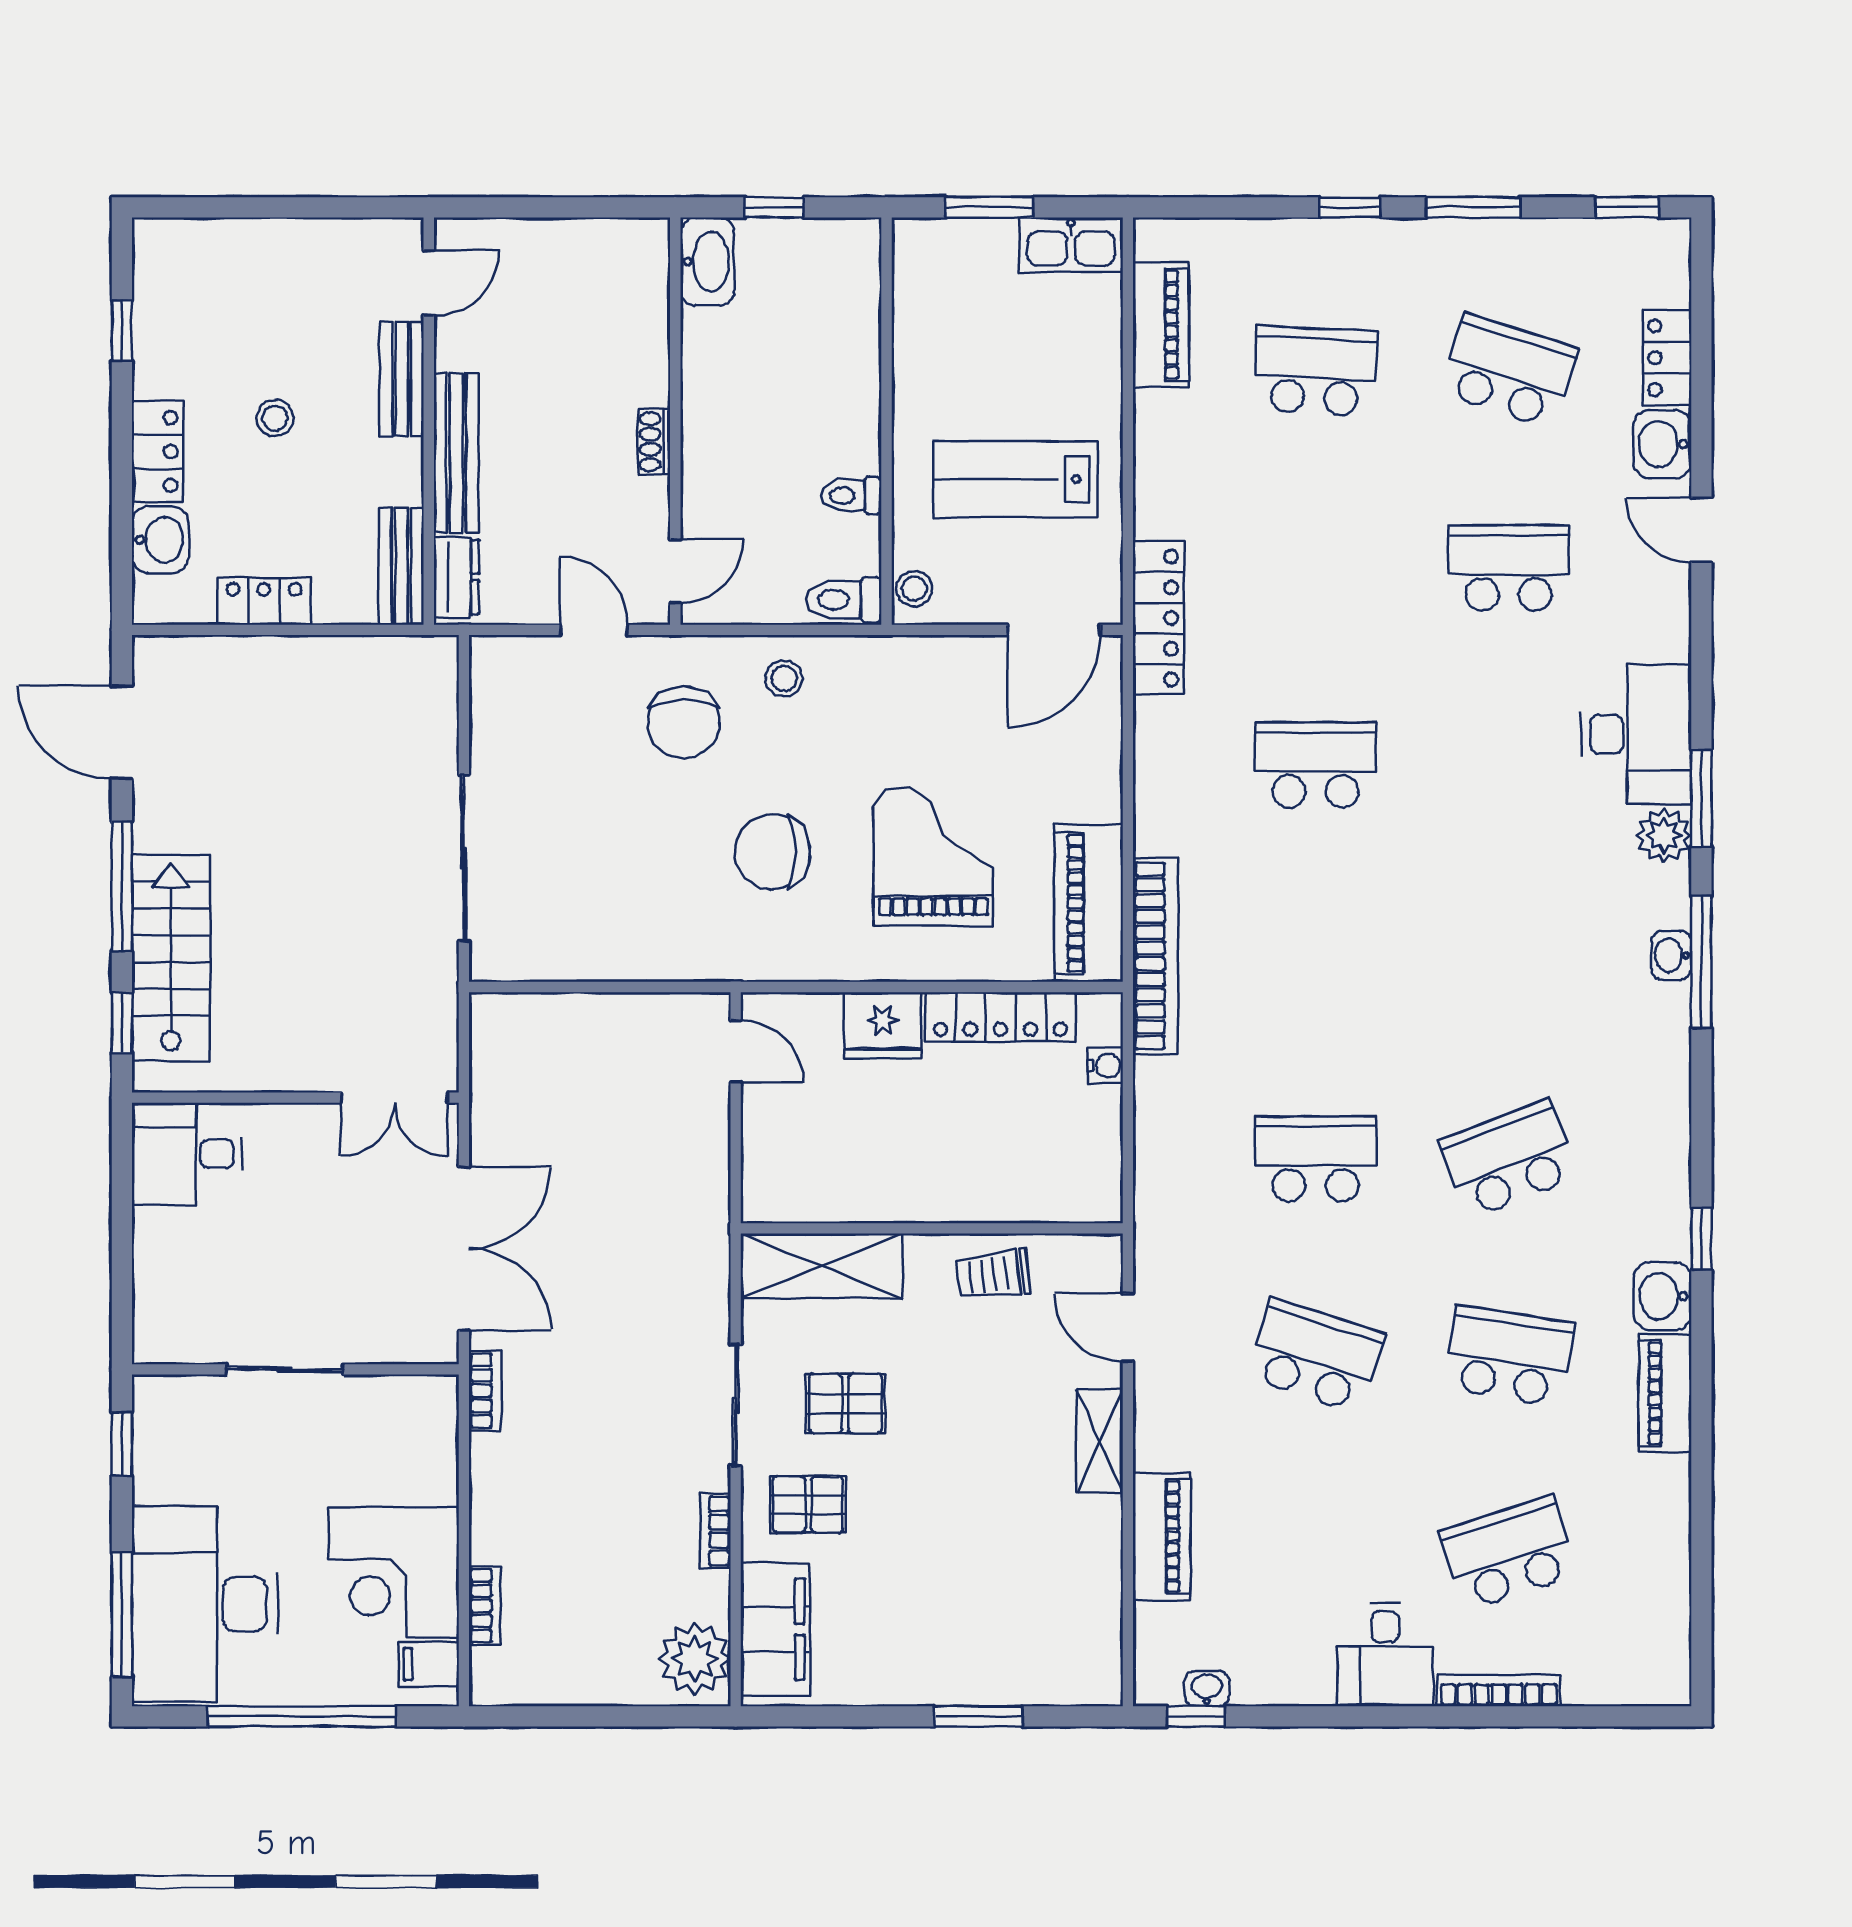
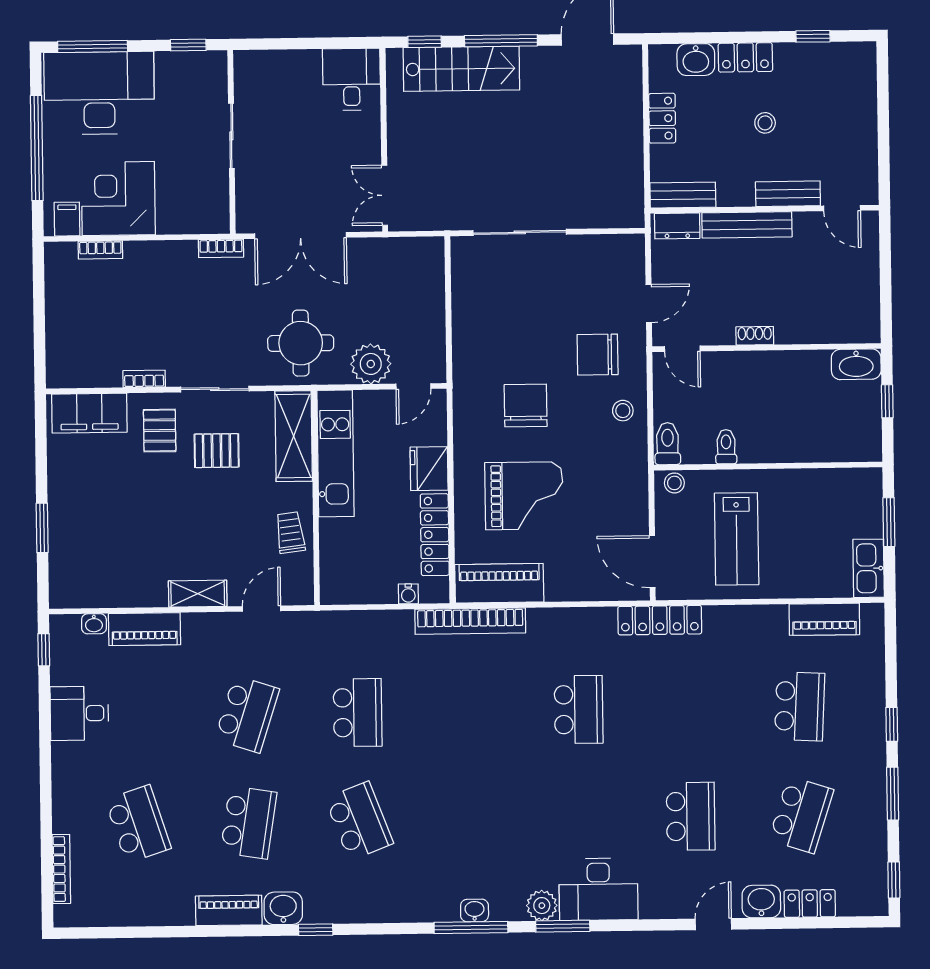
lab bench: (1016, 479) -> (737, 539), turned 180
kitchen unit: (853, 1192) -> (336, 453), added
round table: (656, 1251) -> (301, 343), added
pallet: (845, 1404) -> (217, 451), turned 90
desk: (1385, 1655) -> (79, 713), moved
plant: (695, 1659) -> (371, 364), moved
washbasin: (1207, 1689) -> (94, 624), moved, turned 90
bookcase: (1499, 1691) -> (61, 869), moved

